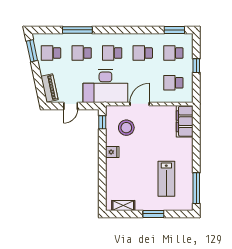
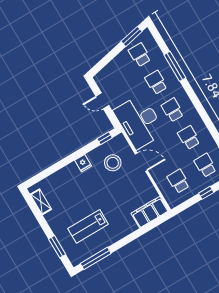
piano: (49, 88) -> (107, 72), removed
window: (153, 214) -> (57, 247), moved

